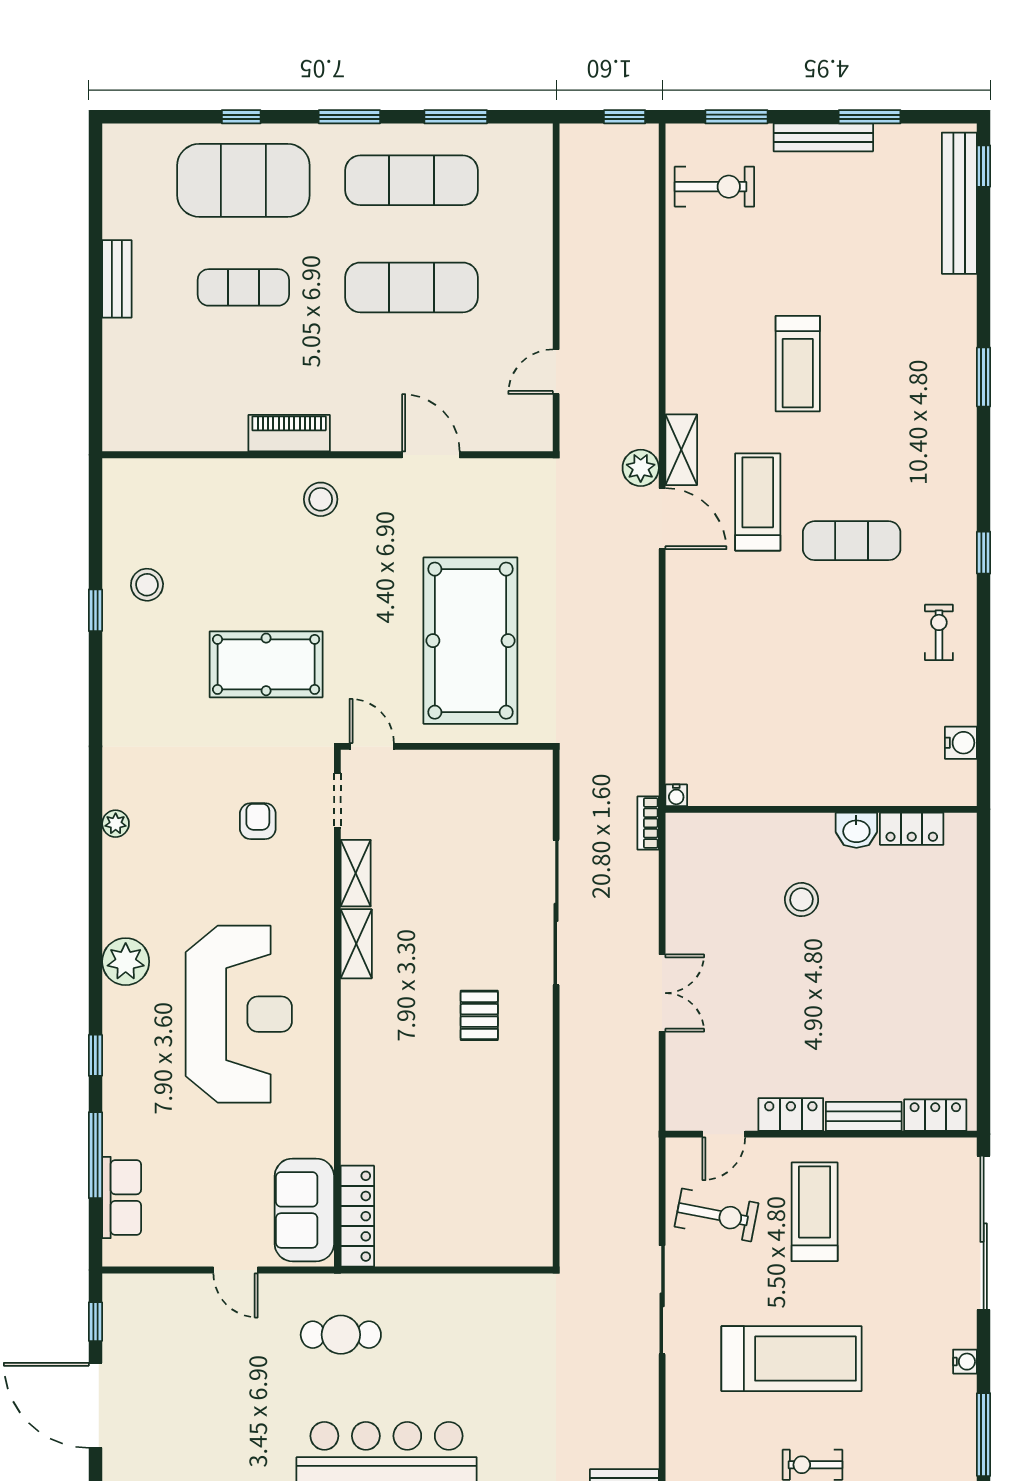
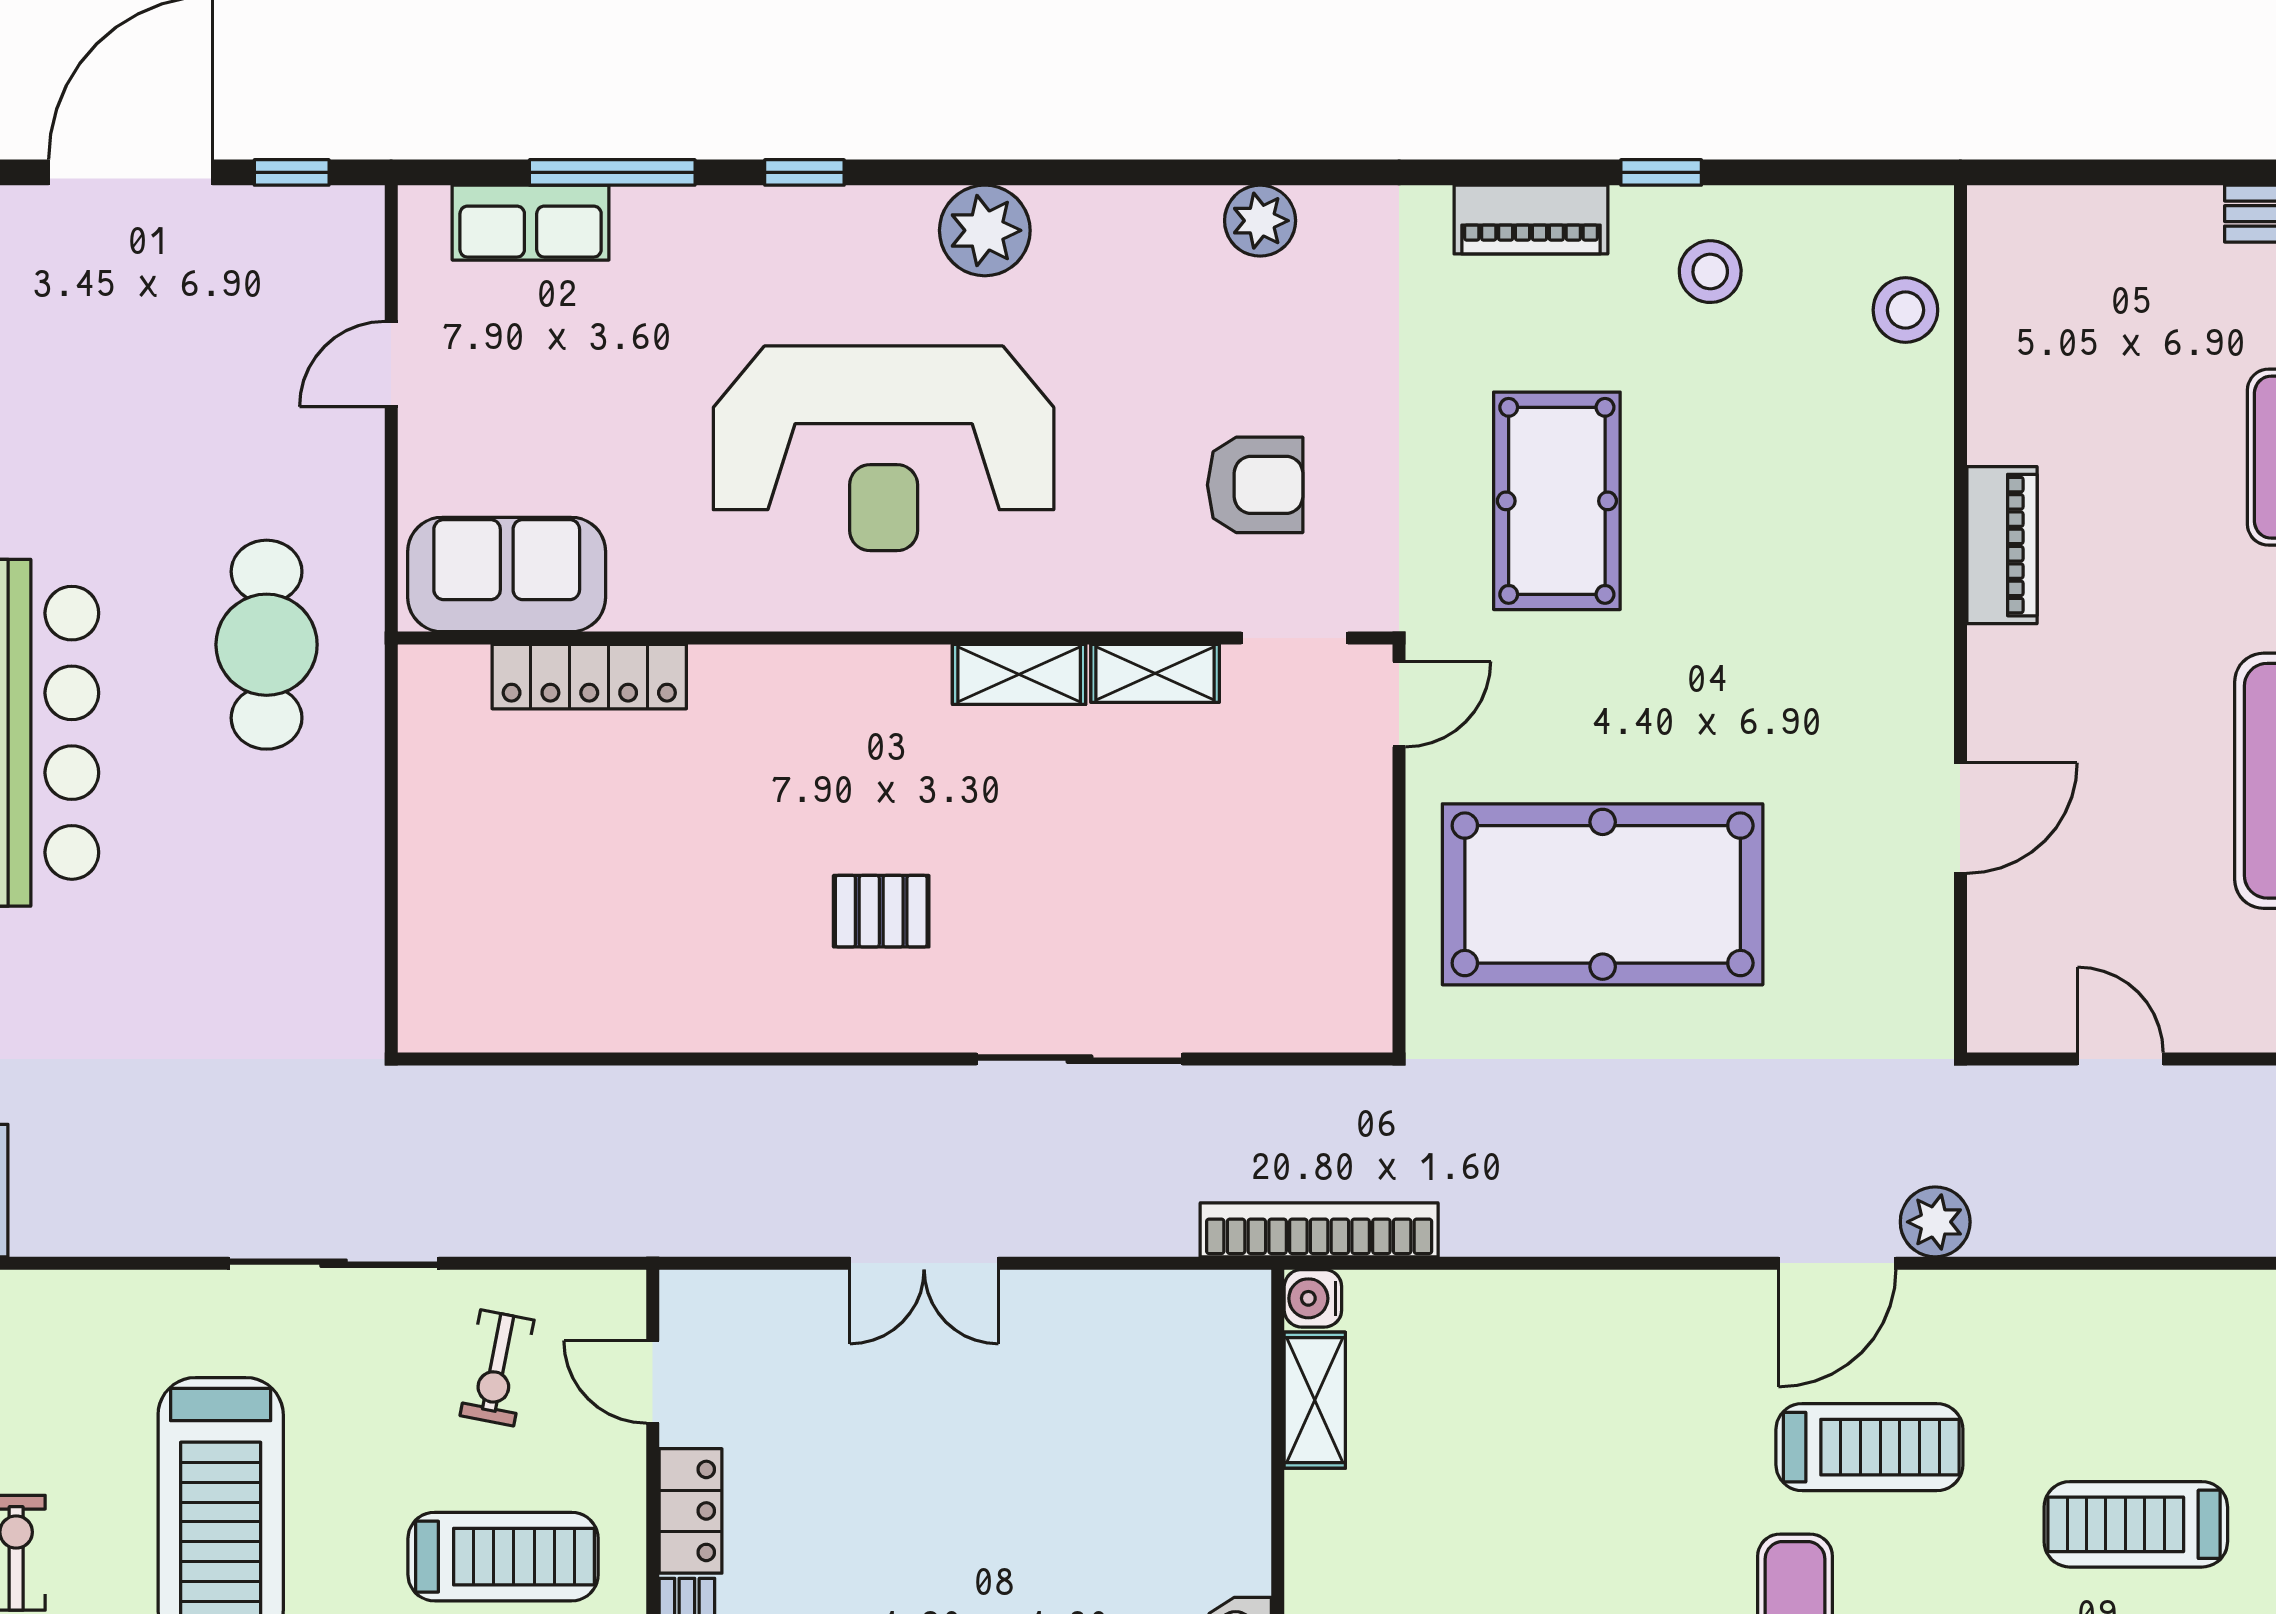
shelving: (681, 450) -> (1315, 1400), moved, turned 90
stool: (321, 499) -> (1905, 310), moved
piano: (120, 678) -> (1531, 220), added
water cooler: (676, 795) -> (1313, 1298), width x1.38, depth x1.38
armchair: (258, 821) -> (1255, 485), width x1.38, depth x1.38
bookcase: (648, 823) -> (1319, 1230), width x2.31, depth x1.31
plant: (116, 824) -> (1260, 221), width x1.38, depth x1.38
stool: (802, 900) -> (1104, 1532), removed
sliding door: (556, 912) -> (1079, 1059), width x0.73
exercise bike: (716, 1215) -> (497, 1368), width x0.73, depth x0.72
locker: (357, 1216) -> (589, 677), moved
door: (236, 1270) -> (391, 364), moved
cafe table: (341, 1335) -> (267, 645), width x1.37, depth x1.35

